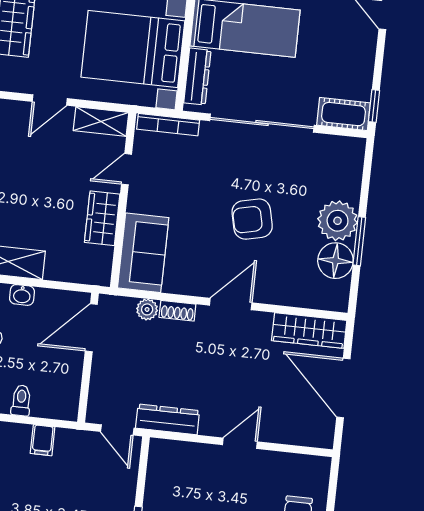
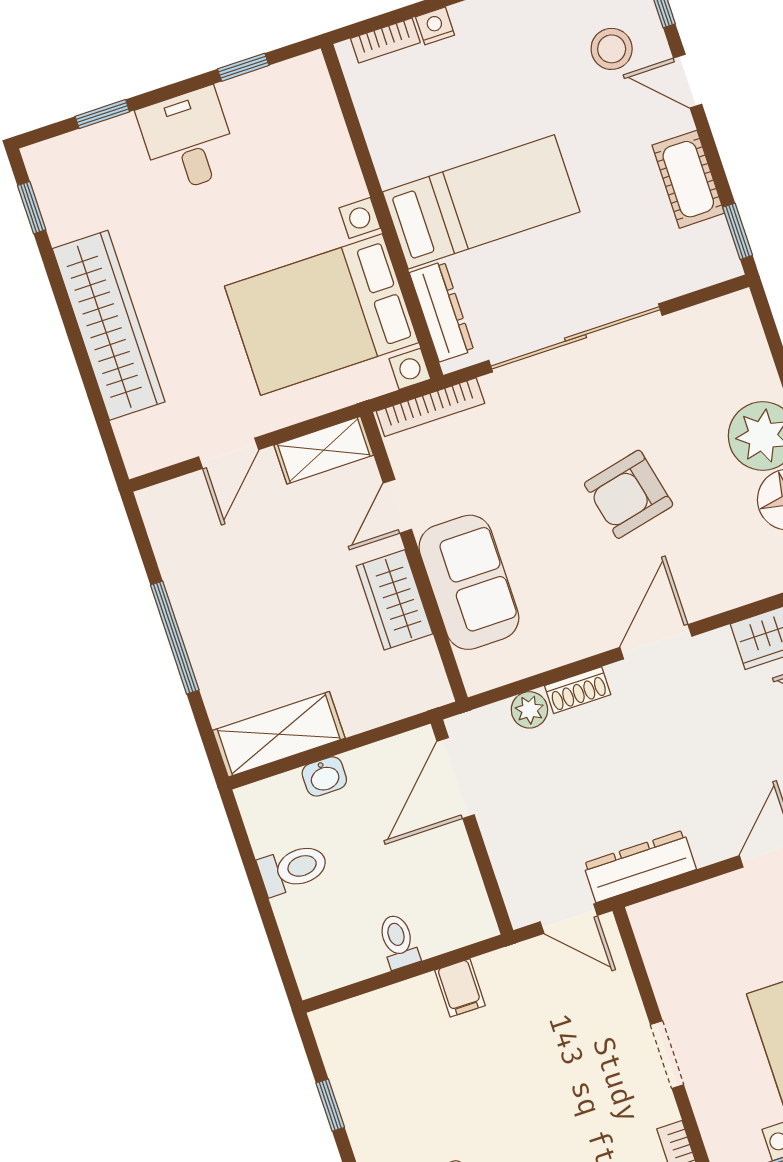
cot: (343, 114) -> (688, 179), moved, turned 90
sofa: (143, 253) -> (469, 582), moved

